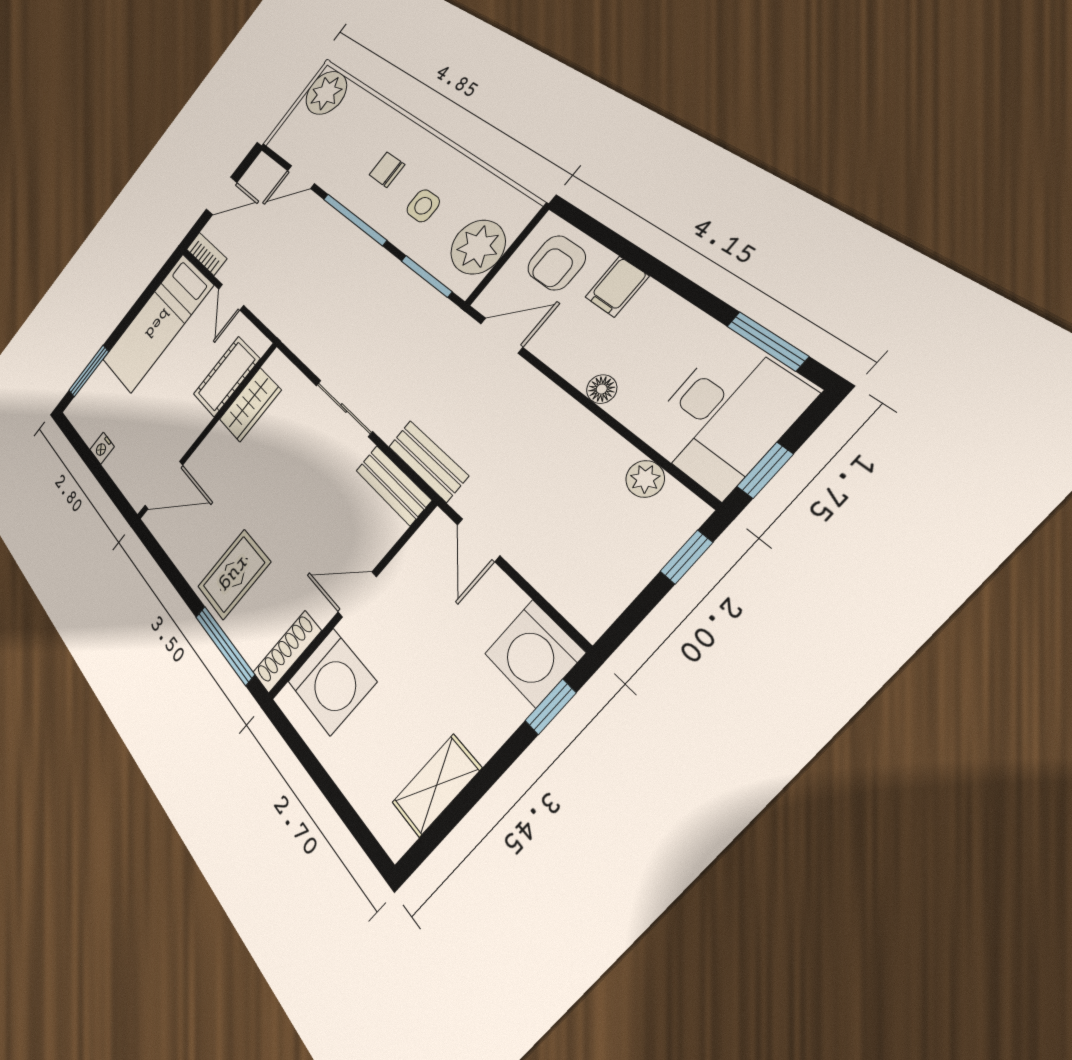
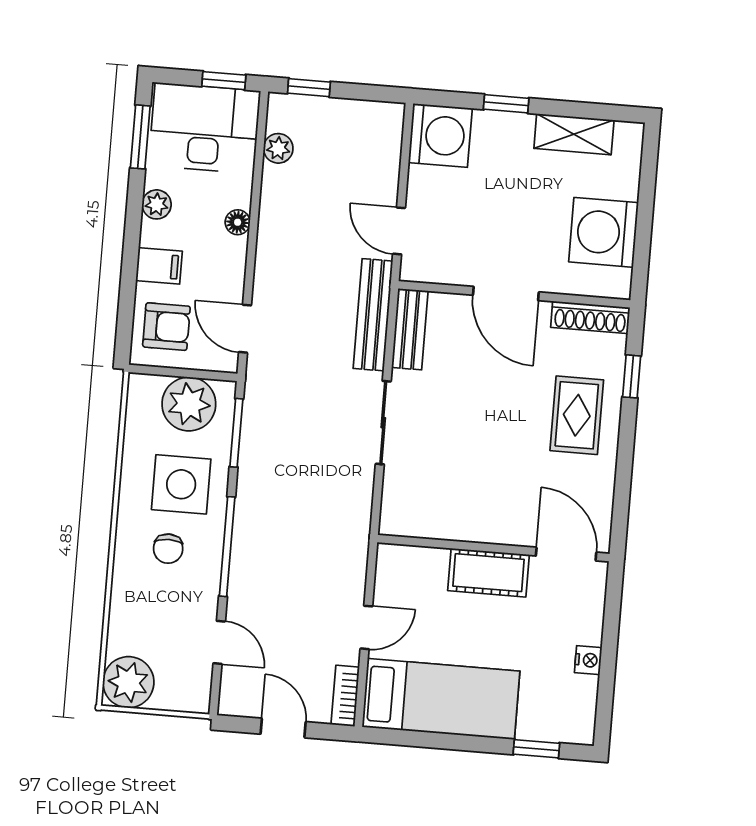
side table: (423, 206) -> (181, 484), width x1.87, depth x1.87
plant: (680, 318) -> (157, 204), added
window: (89, 371) -> (536, 749), width x0.67
cot: (226, 377) -> (489, 573), moved
wardrobe: (250, 405) -> (441, 520), removed
bench: (428, 461) -> (373, 315), width x1.36
door: (478, 540) -> (399, 231), swing flipped
rug: (234, 574) -> (577, 415), turned 90
door: (357, 594) -> (506, 294), width x1.38
window: (225, 645) -> (632, 376), width x0.46
washing machine: (332, 682) -> (604, 232), moved, turned -90
window: (551, 707) -> (506, 104), moved

